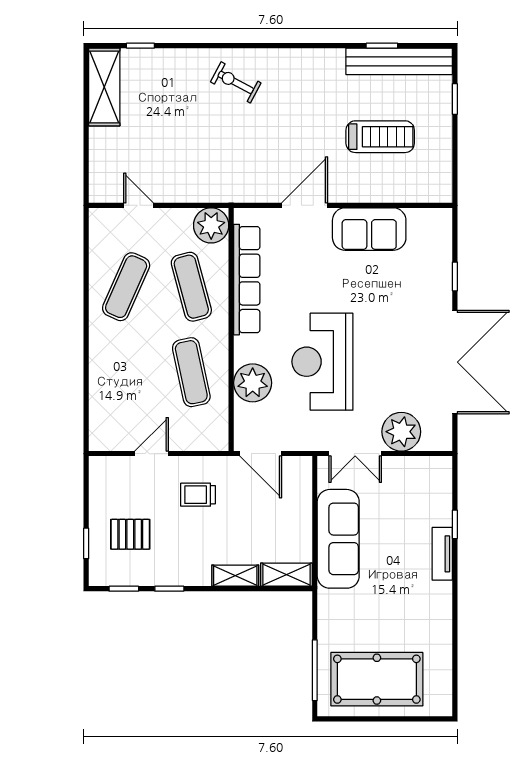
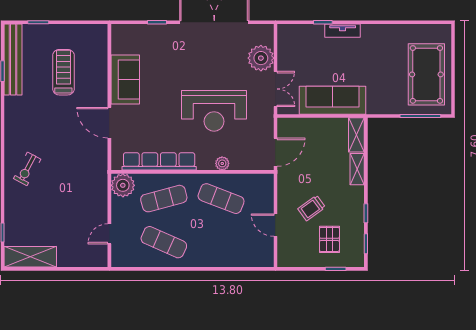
exercise mat: (191, 372) -> (221, 199), turned 33
plant: (253, 383) -> (222, 163), width x0.53, depth x0.53
trolley: (198, 495) -> (312, 208), moved, turned 54

